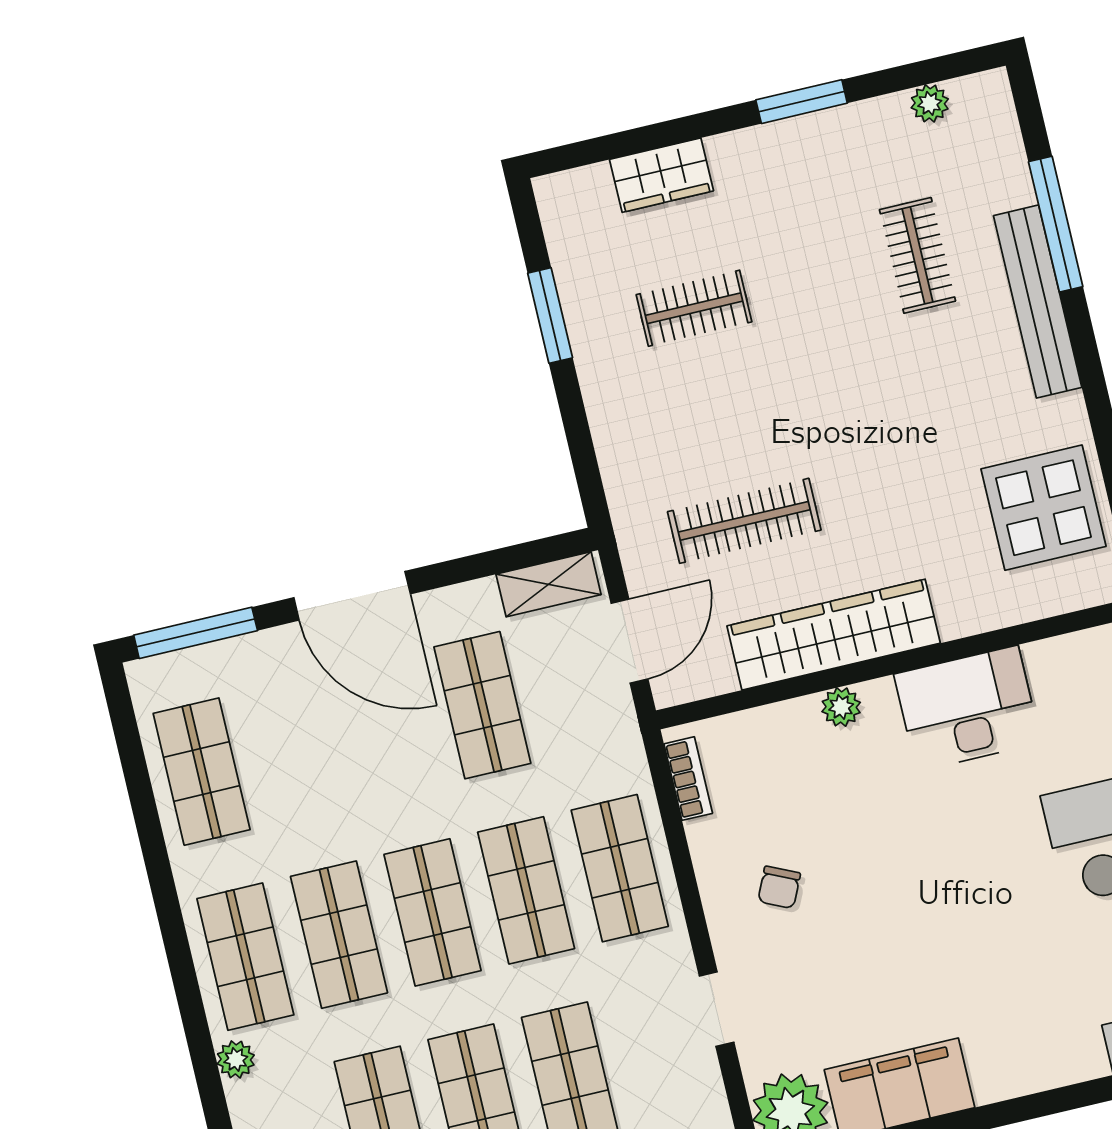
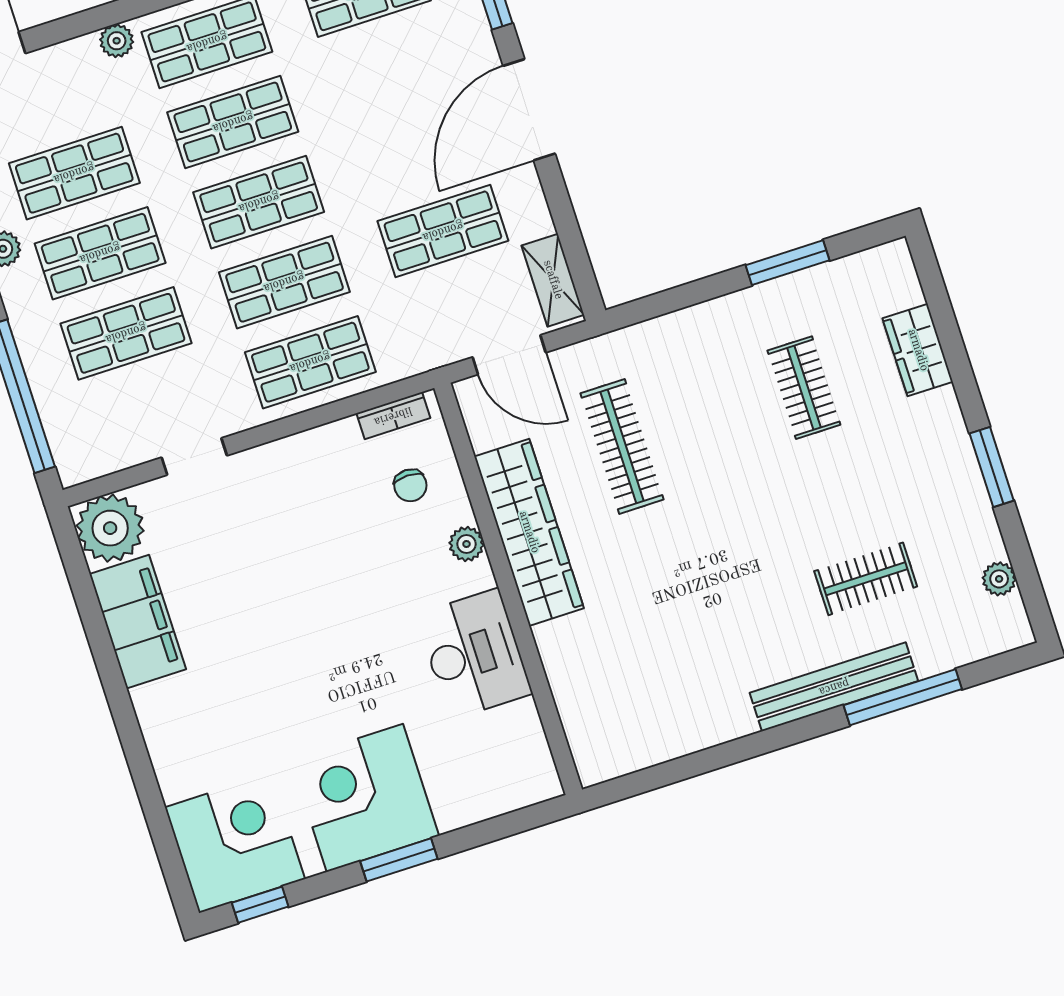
display table: (1043, 508) -> (655, 706), removed
chair: (779, 887) -> (410, 485), moved, turned -115

